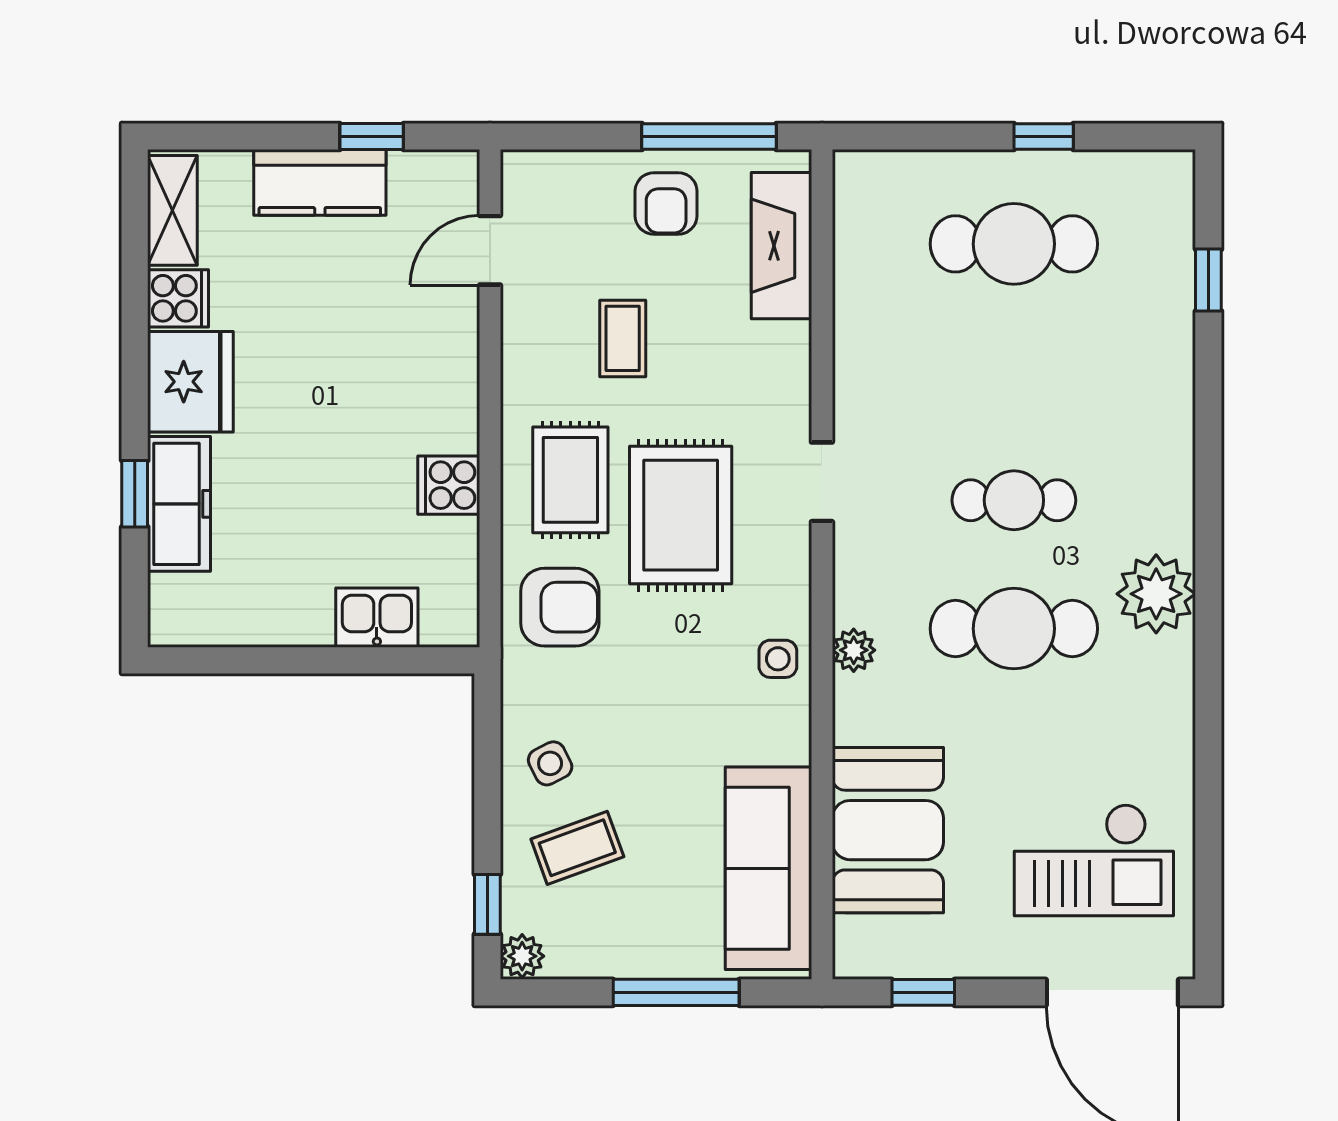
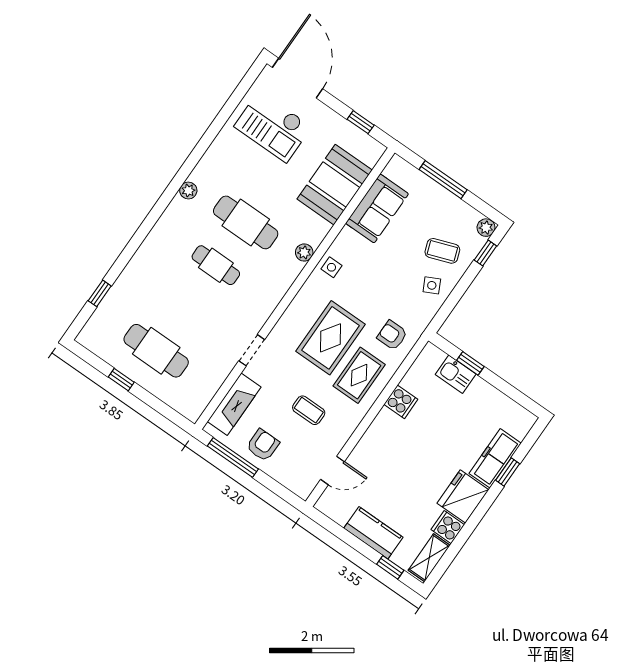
window: (372, 136) -> (390, 567), moved
coffee table: (623, 338) -> (309, 410), turned 90
doorway: (822, 482) -> (252, 350), moved
plant: (1156, 594) -> (188, 191), width x0.53, depth x0.53
armchair: (560, 607) -> (392, 335), width x0.72, depth x0.72
window: (362, 660) -> (470, 363), added
checkout: (1094, 860) -> (273, 127), turned 180
sofa: (769, 868) -> (377, 209), width x0.73

